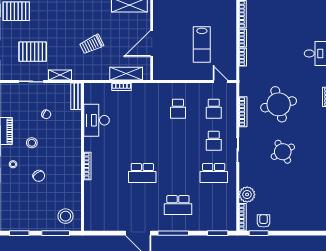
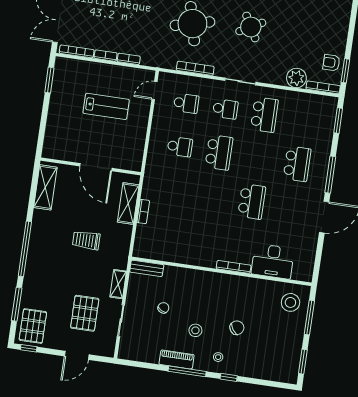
trolley: (92, 44) -> (86, 240), turned 116
desk: (97, 120) -> (273, 261), moved
school desk: (178, 141) -> (219, 152), added

